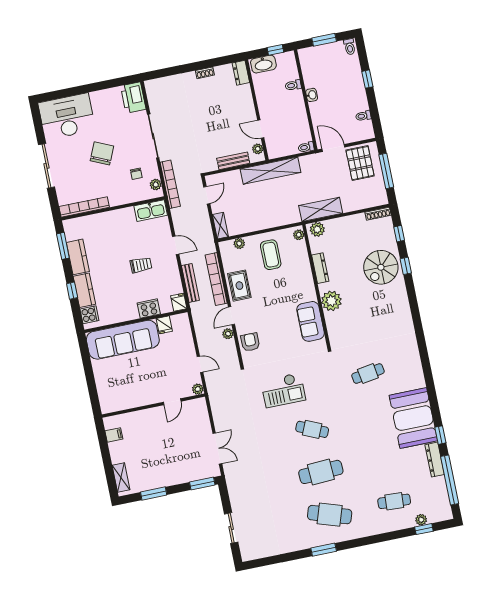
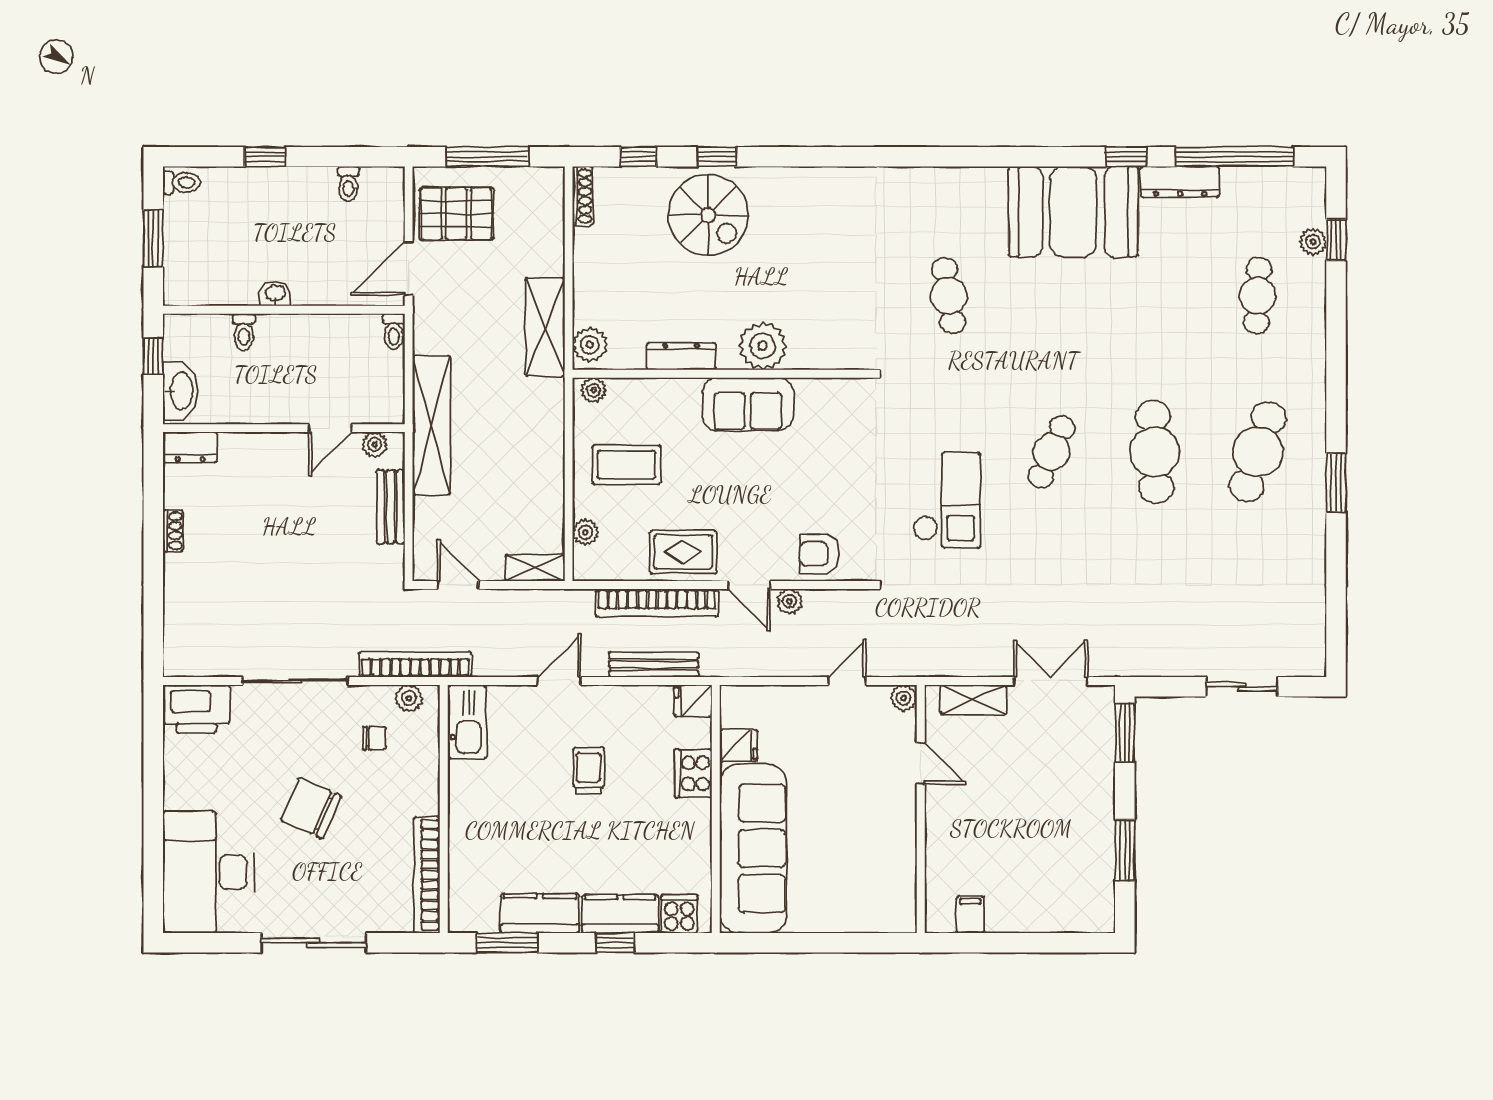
sofa: (311, 321) -> (748, 404), moved
shelving: (121, 478) -> (974, 700), moved

